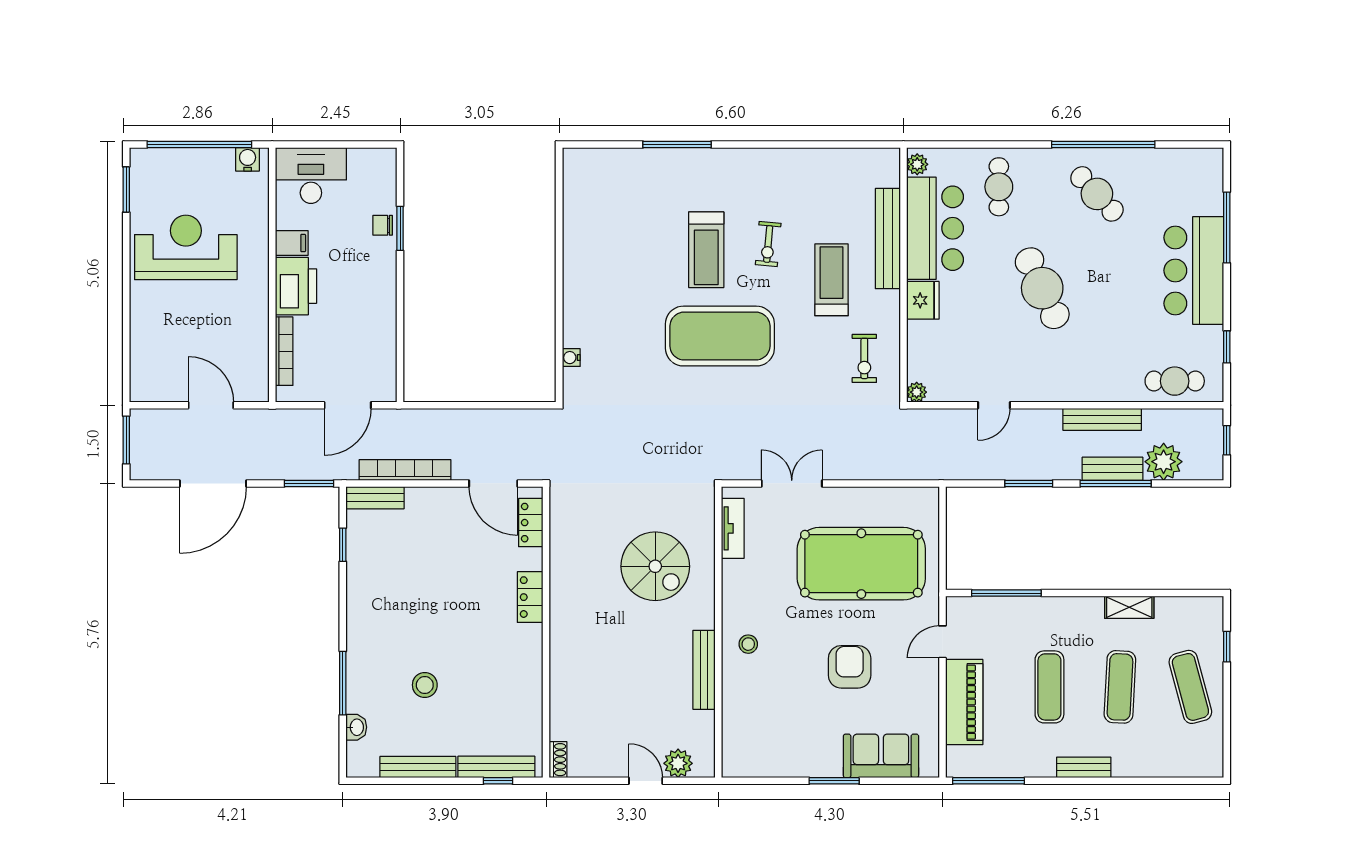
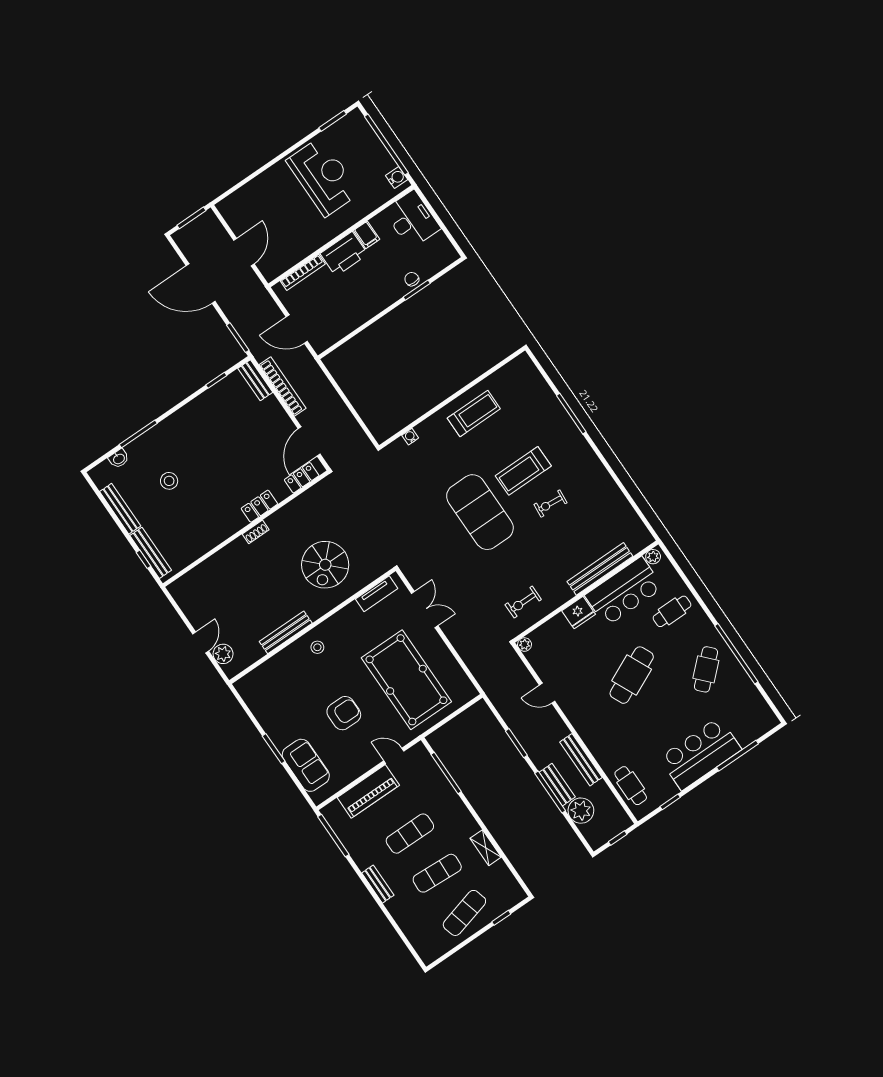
treadmill: (831, 280) -> (474, 413), moved
shoe rack: (558, 760) -> (256, 532), moved

